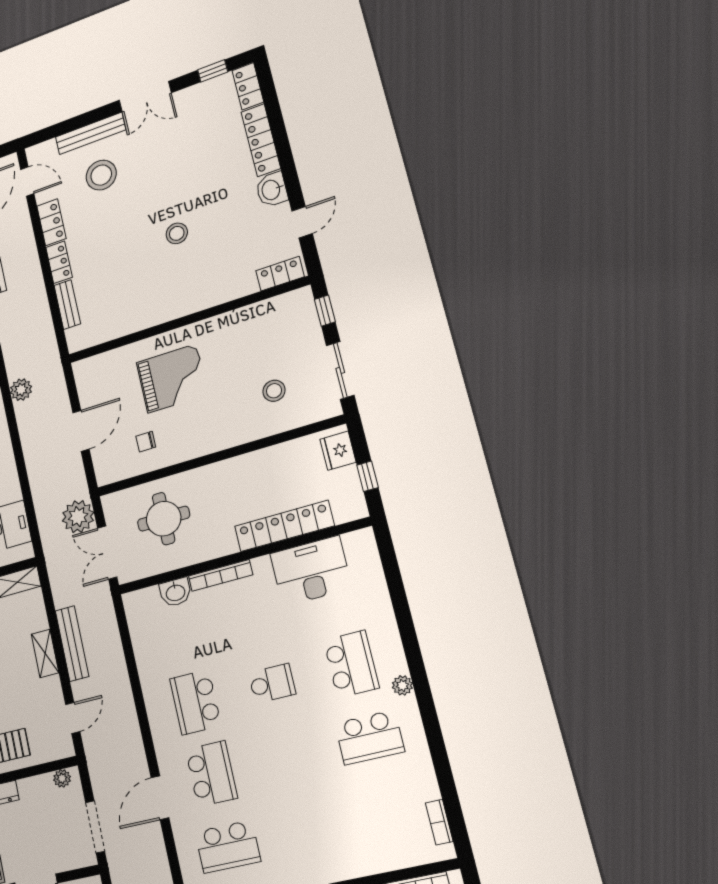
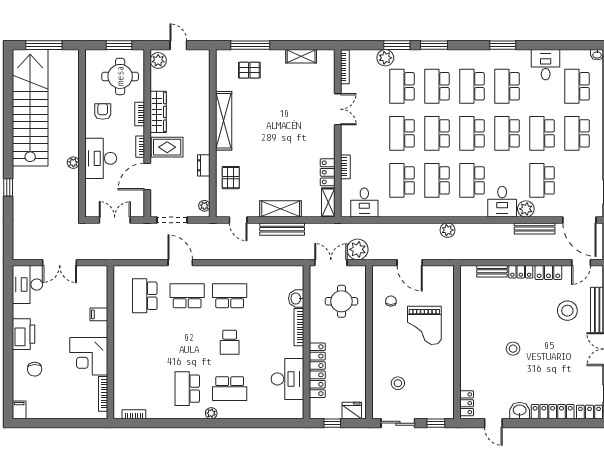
shelving: (45, 653) -> (281, 209), width x1.50, depth x1.33
school desk: (211, 774) -> (187, 296), turned 180

